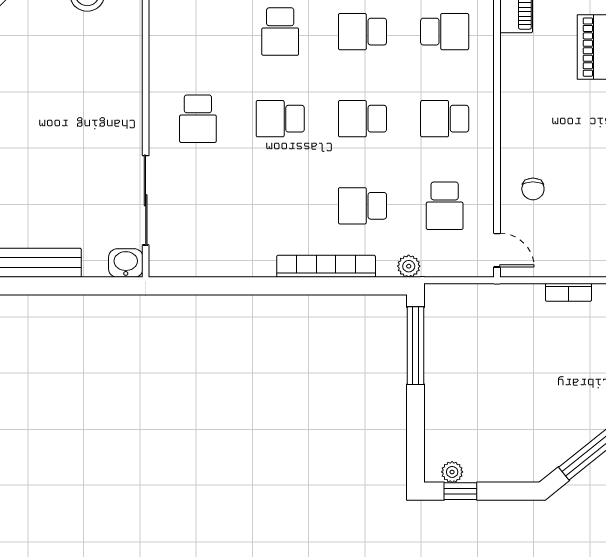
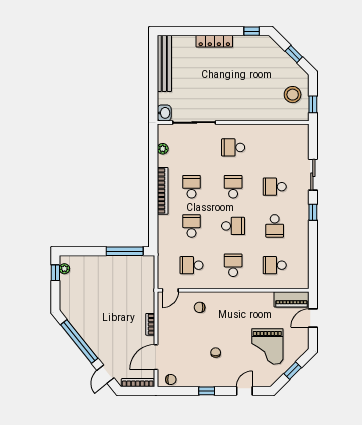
school desk: (362, 32) -> (275, 226), turned 180
school desk: (445, 32) -> (275, 265), turned 90
school desk: (362, 119) -> (233, 226), turned 90
school desk: (280, 206) -> (192, 187), added
bookcase: (326, 266) -> (163, 191), moved
plant: (409, 266) -> (163, 149), moved

